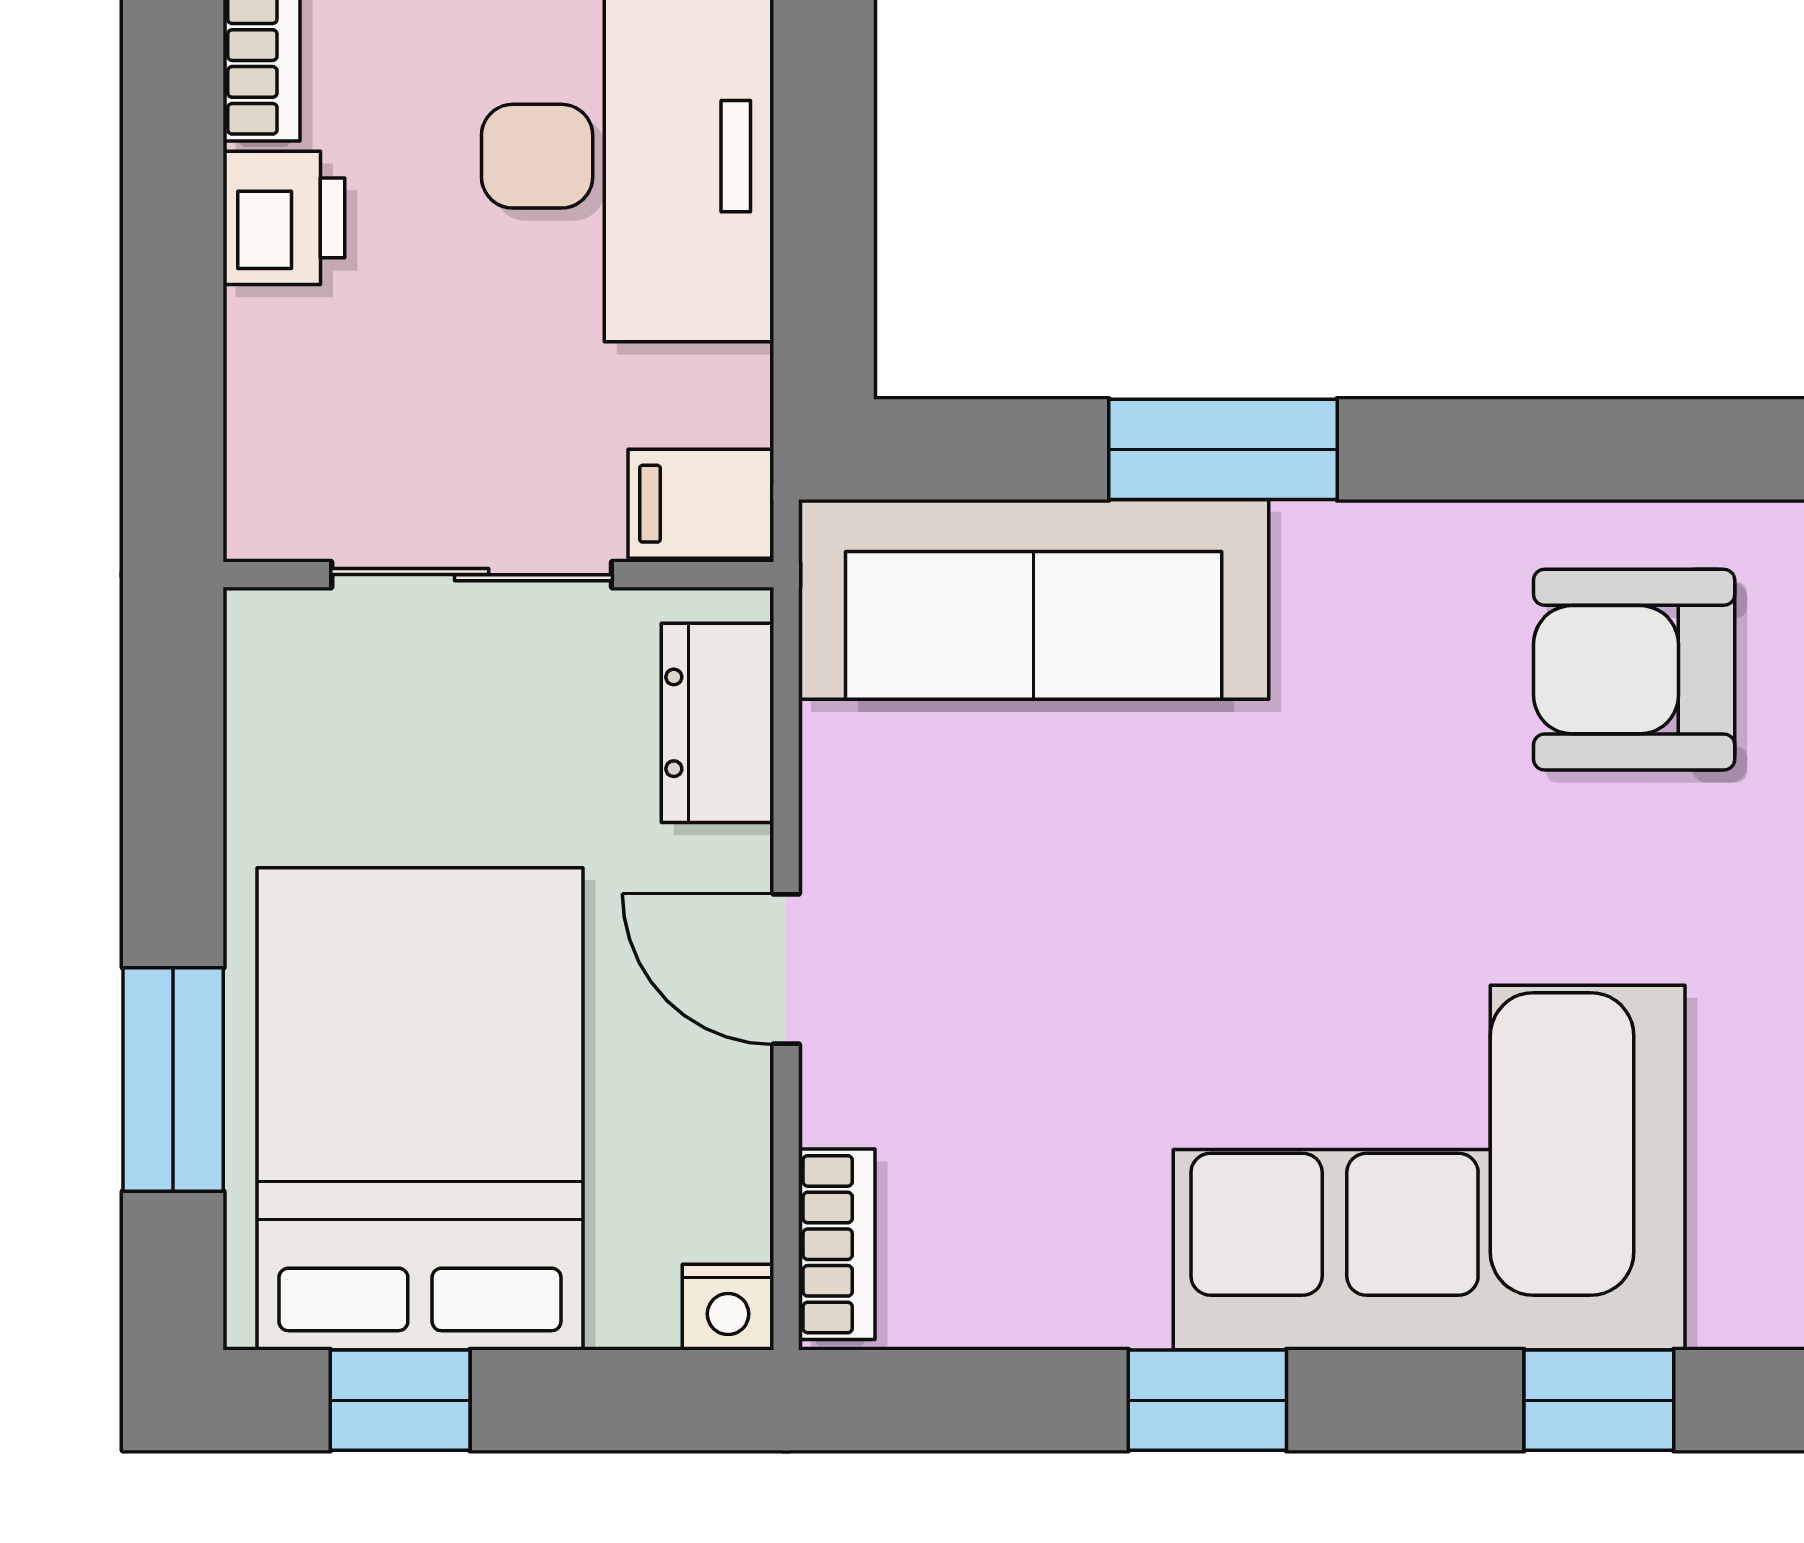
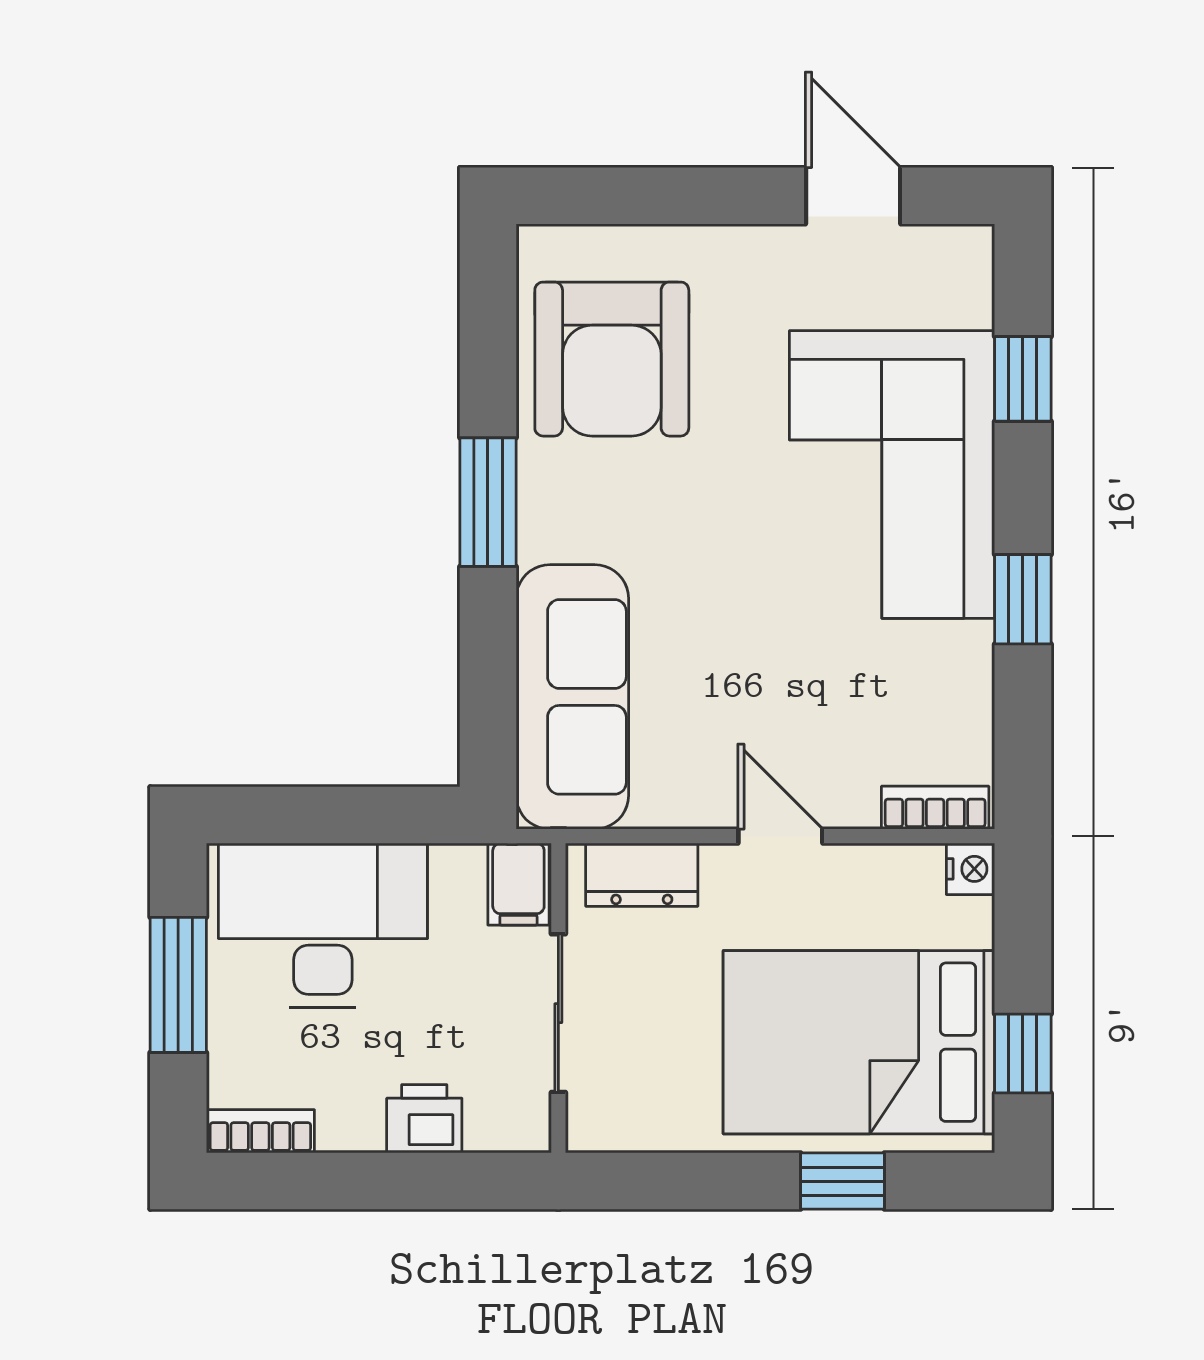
printer: (284, 218) -> (424, 1119), moved
window: (1223, 449) -> (488, 502), moved
armchair: (1634, 670) -> (612, 359), width x1.36, depth x1.36
door: (786, 969) -> (780, 836), swing flipped
window: (173, 1080) -> (842, 1181), width x0.67

